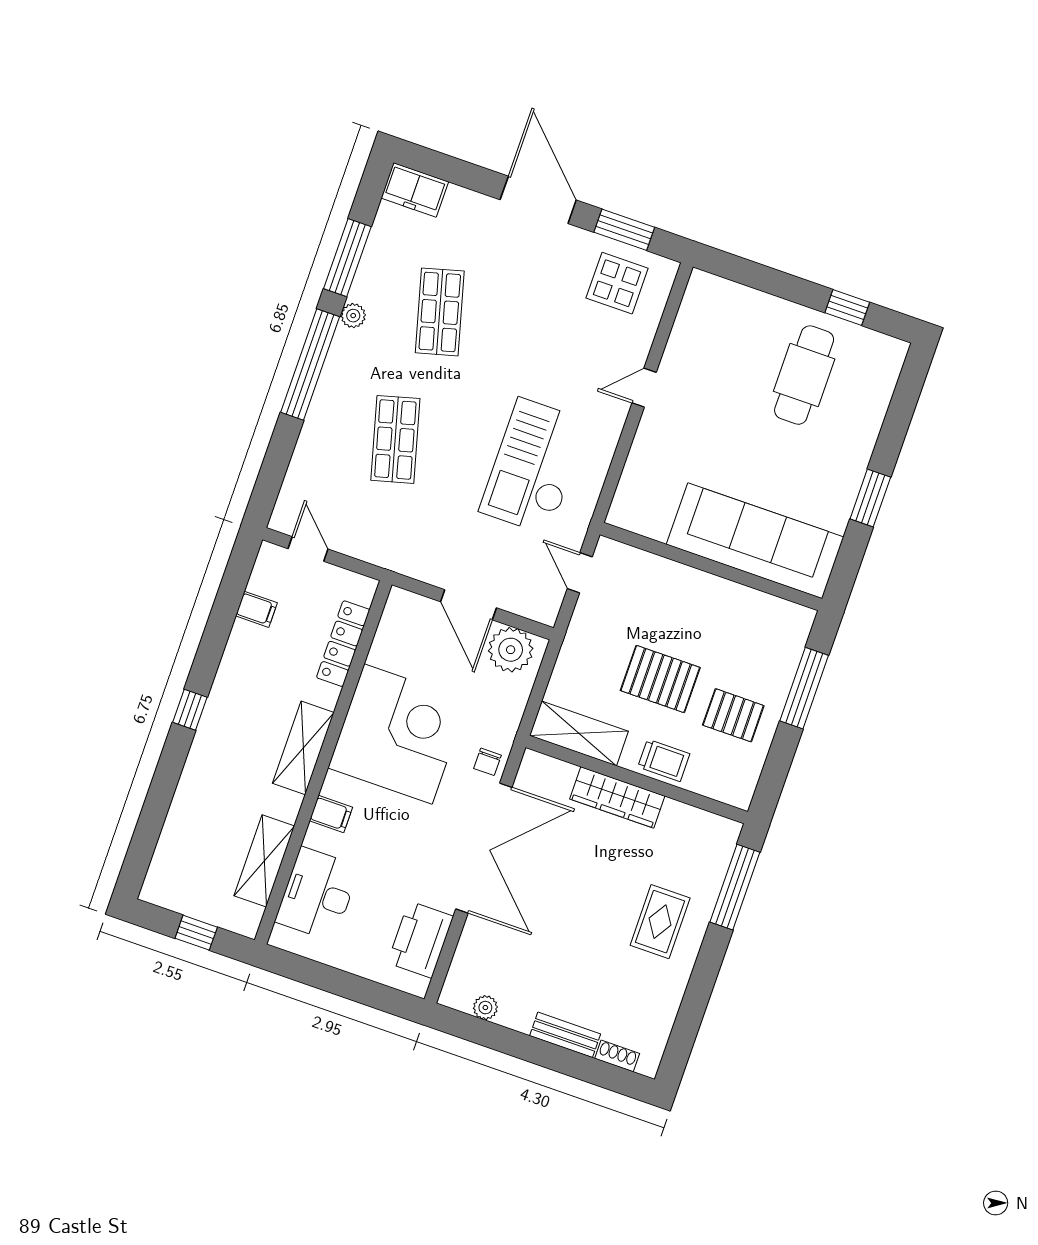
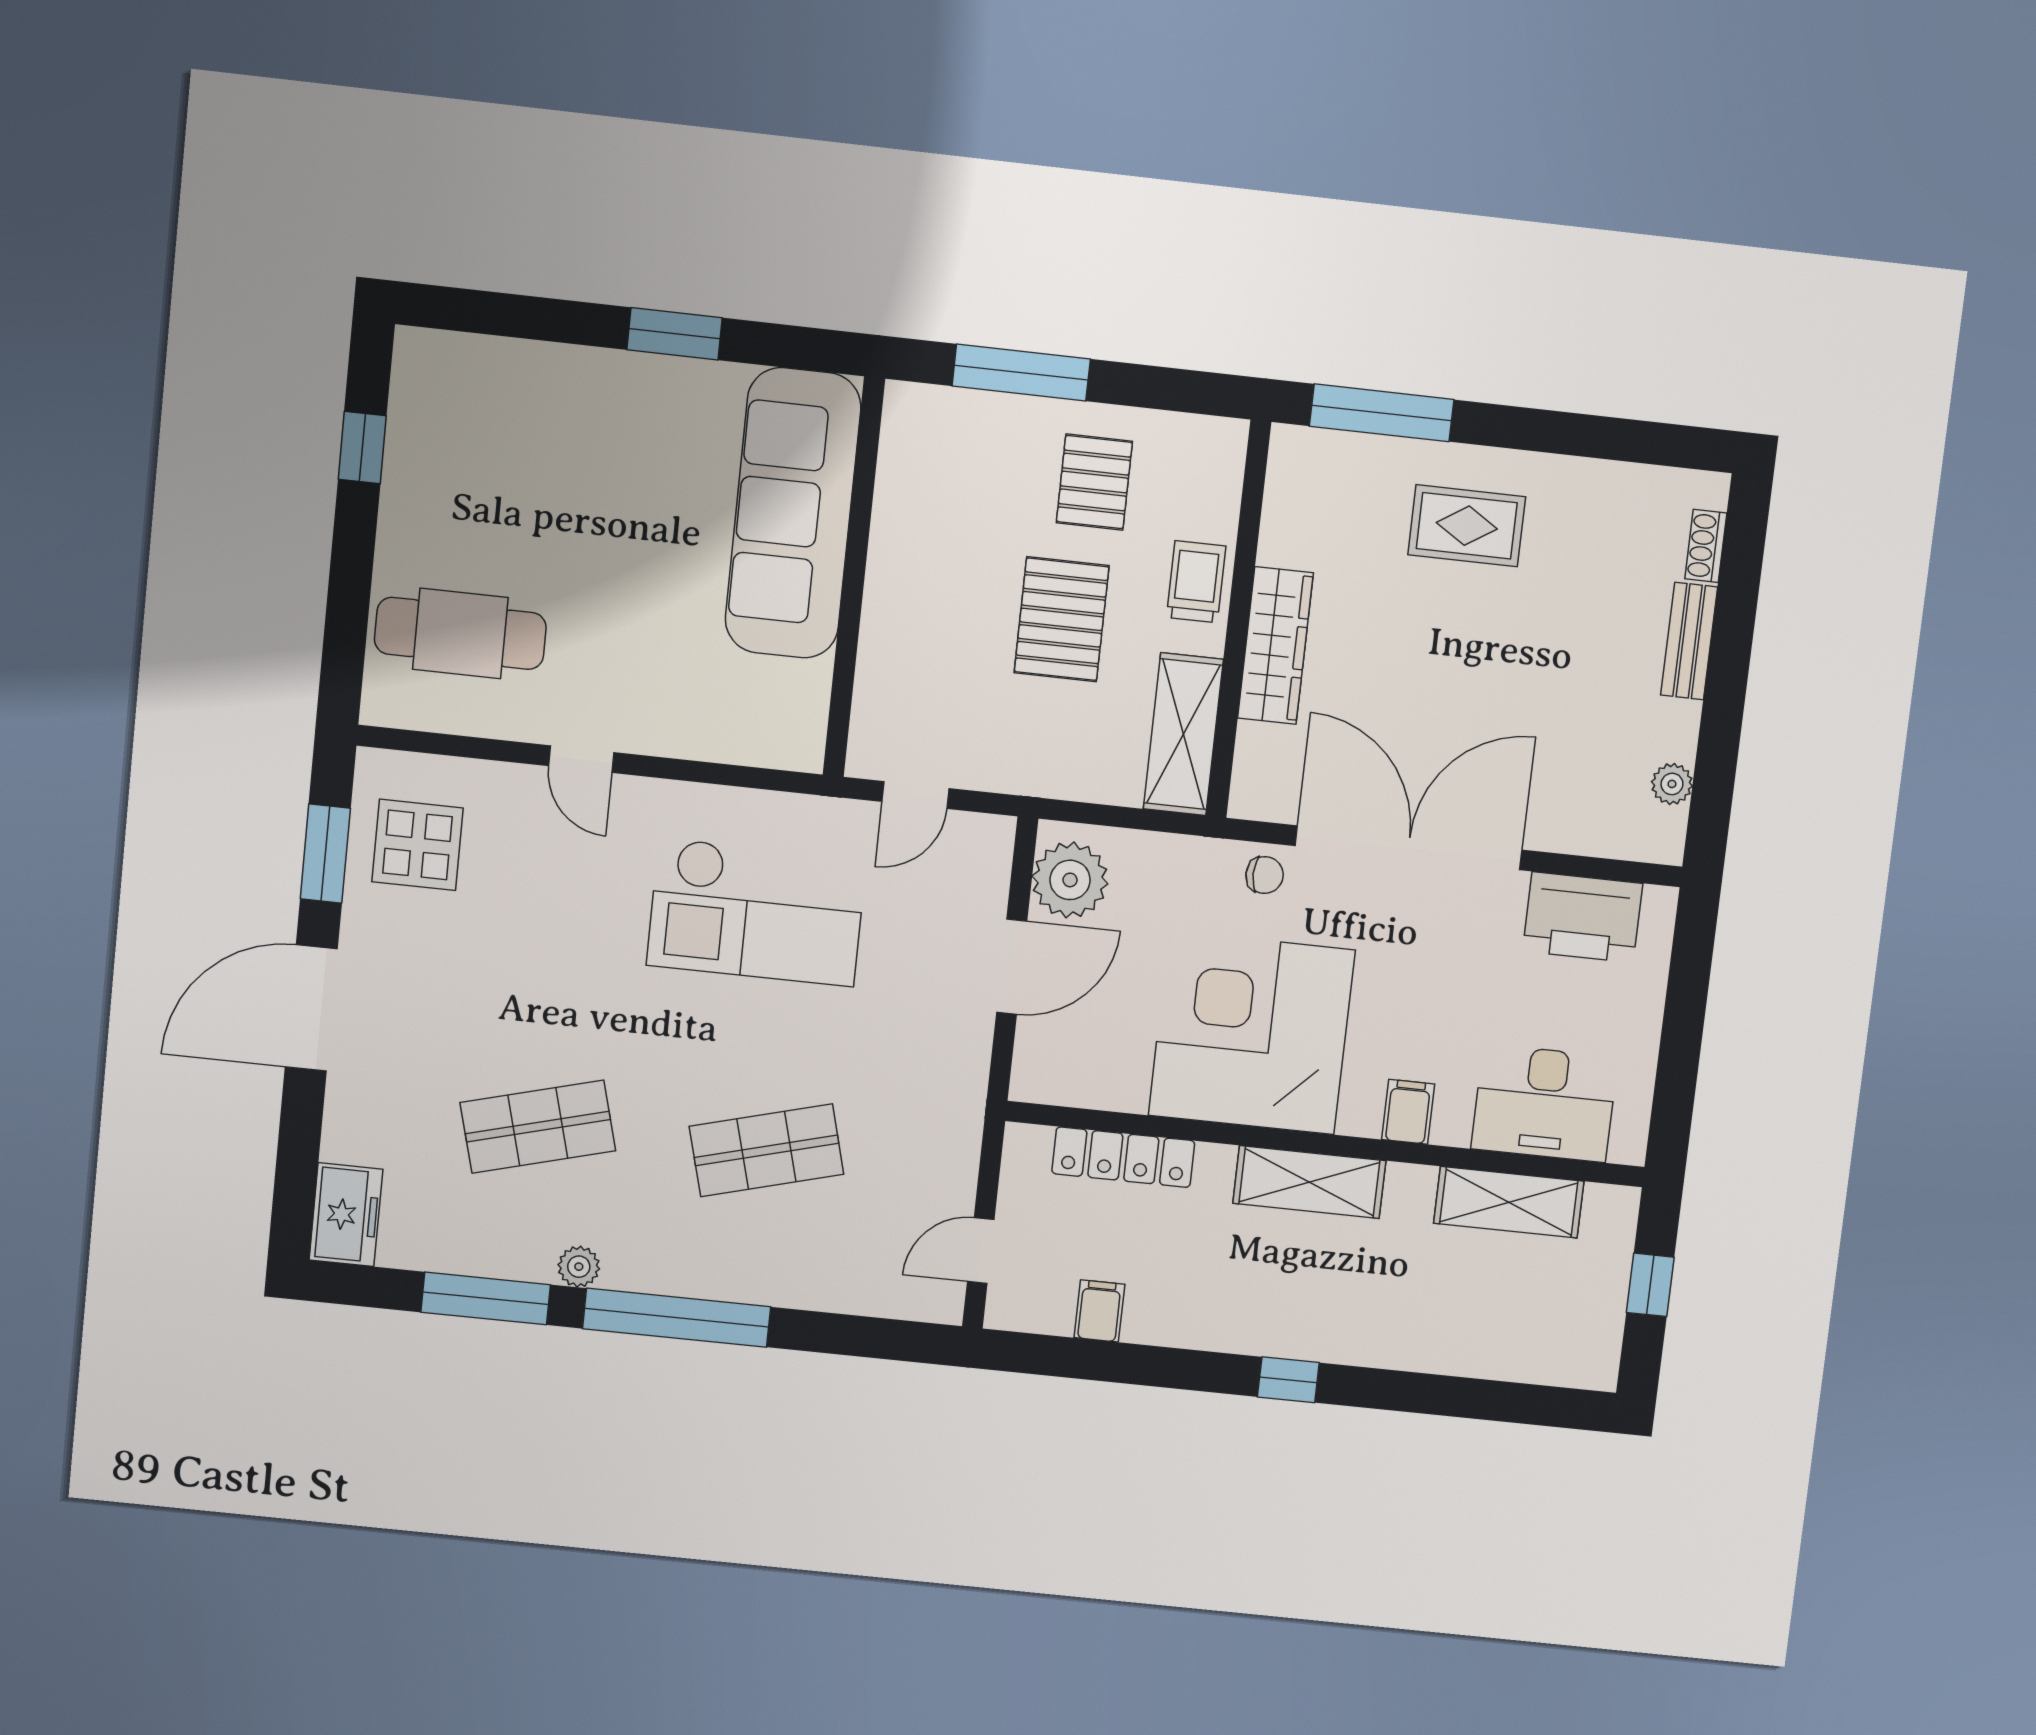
cafe table: (804, 375) -> (460, 633), moved

